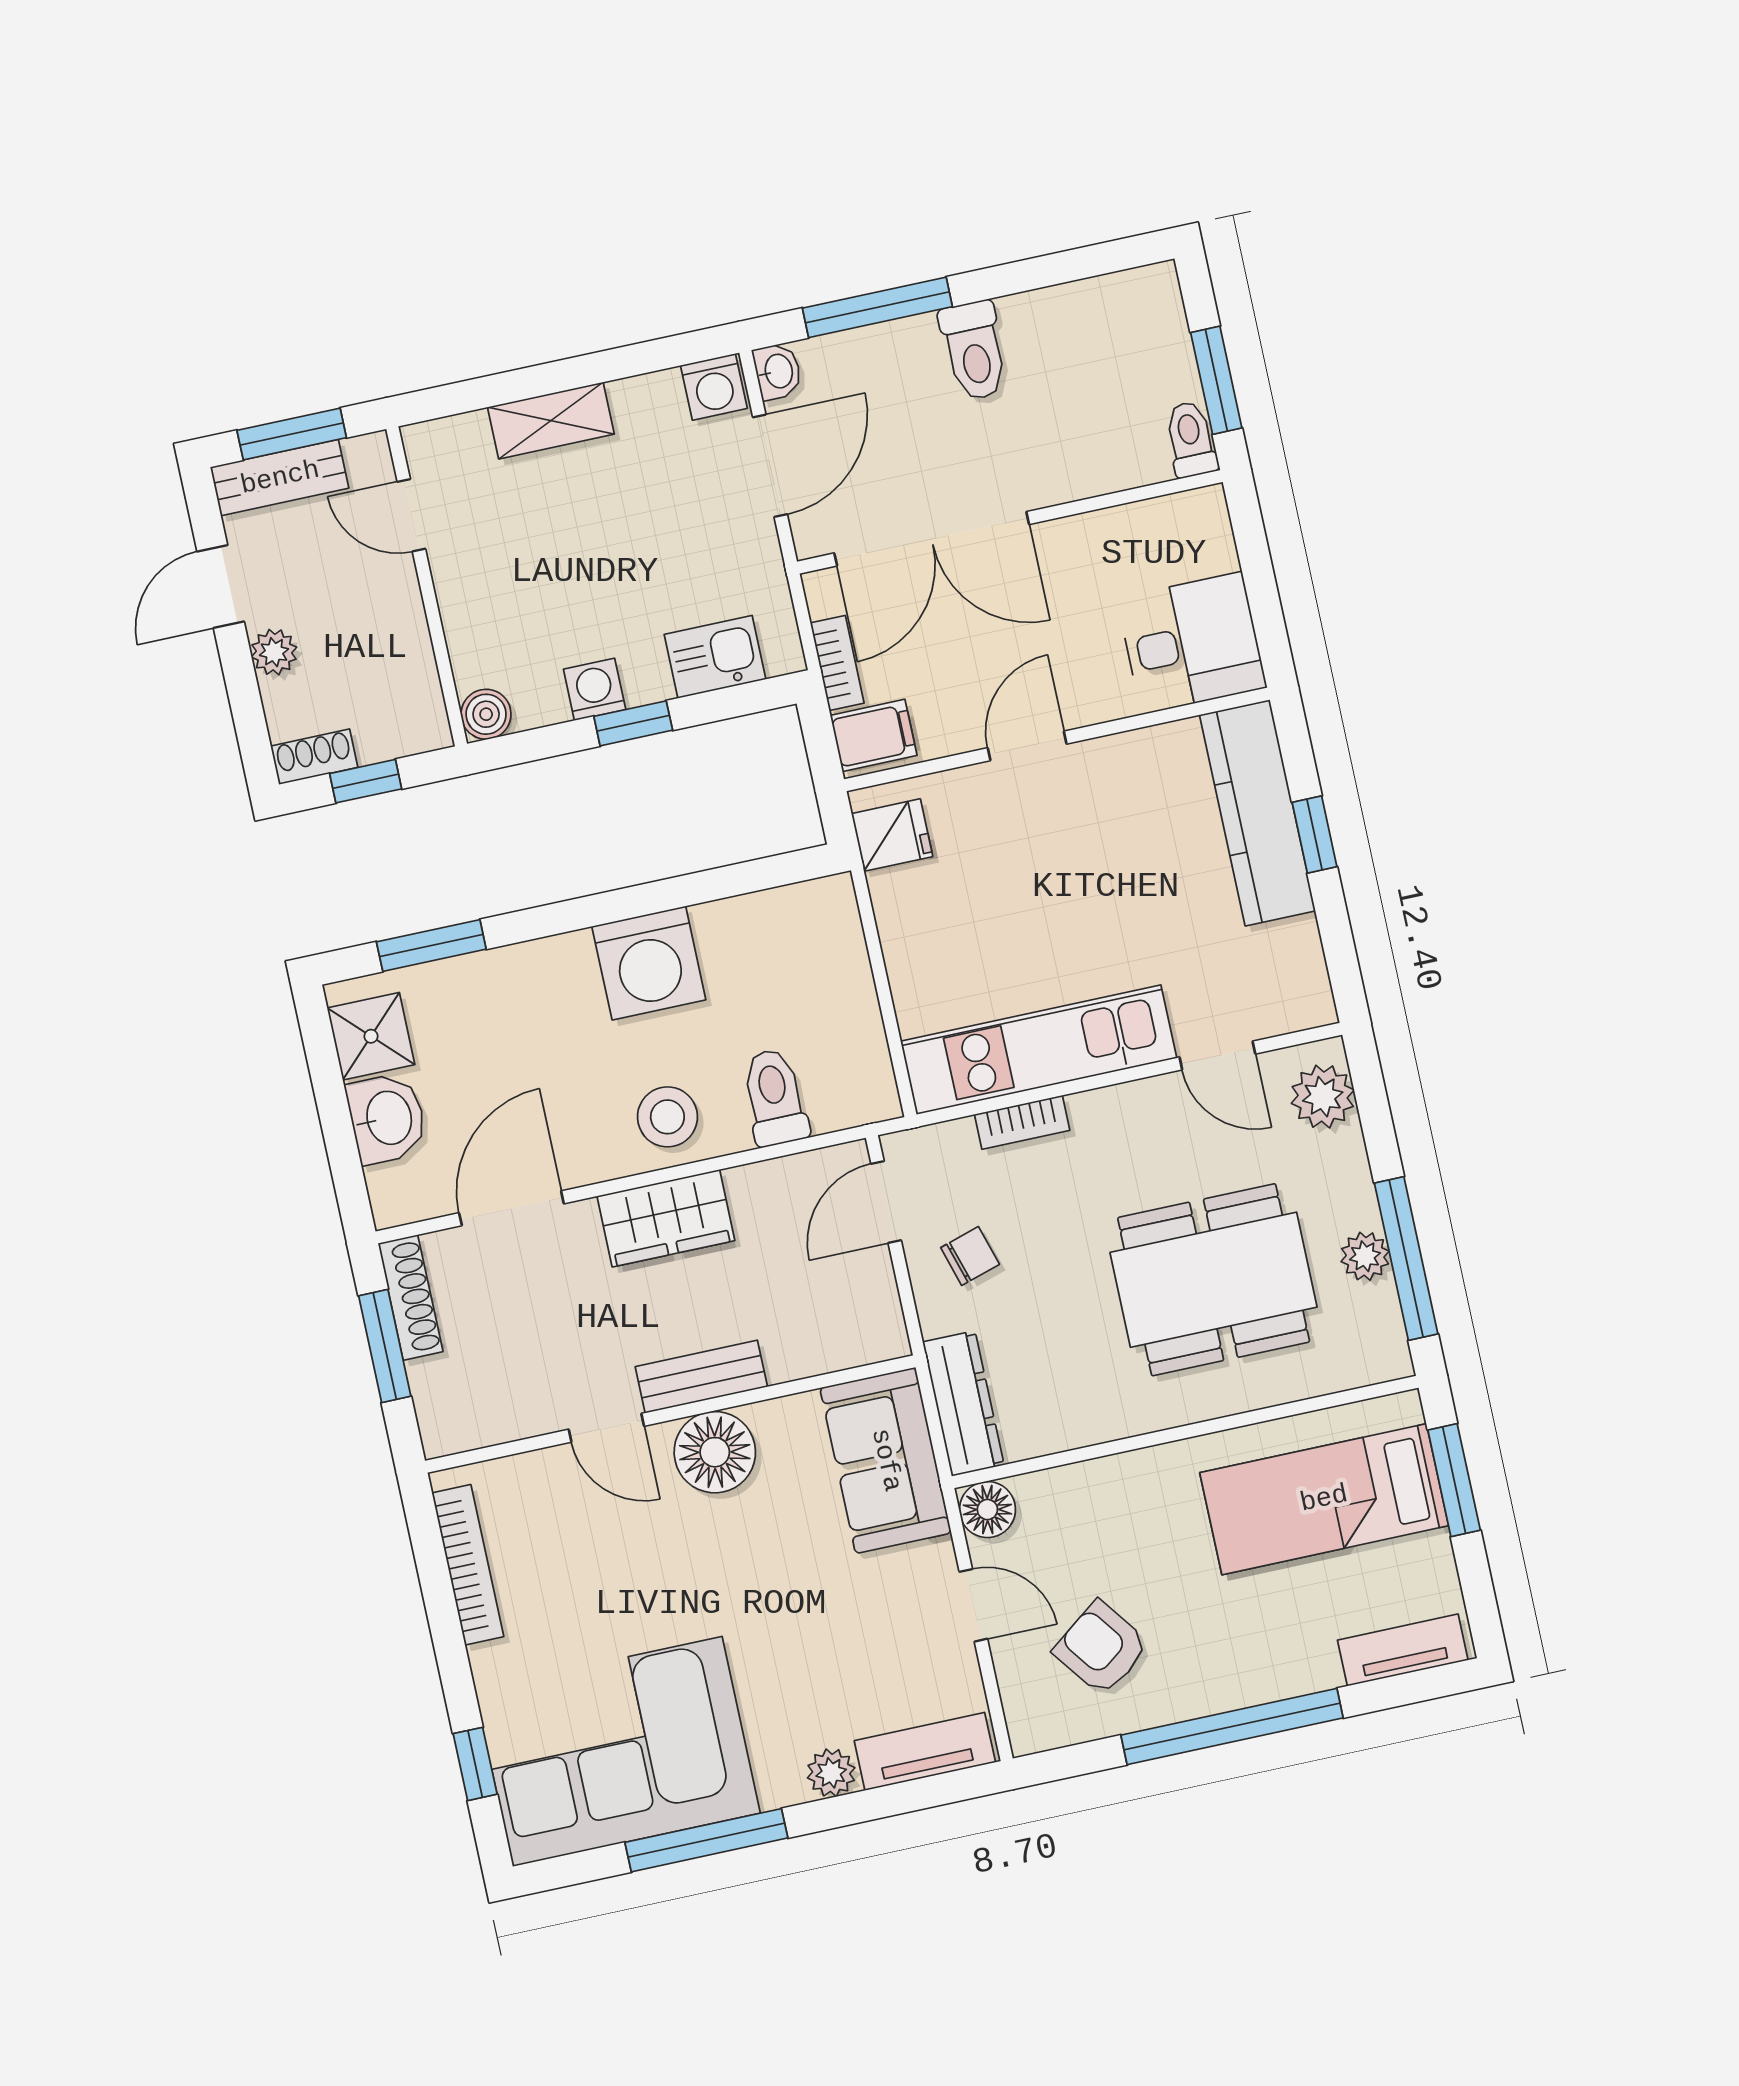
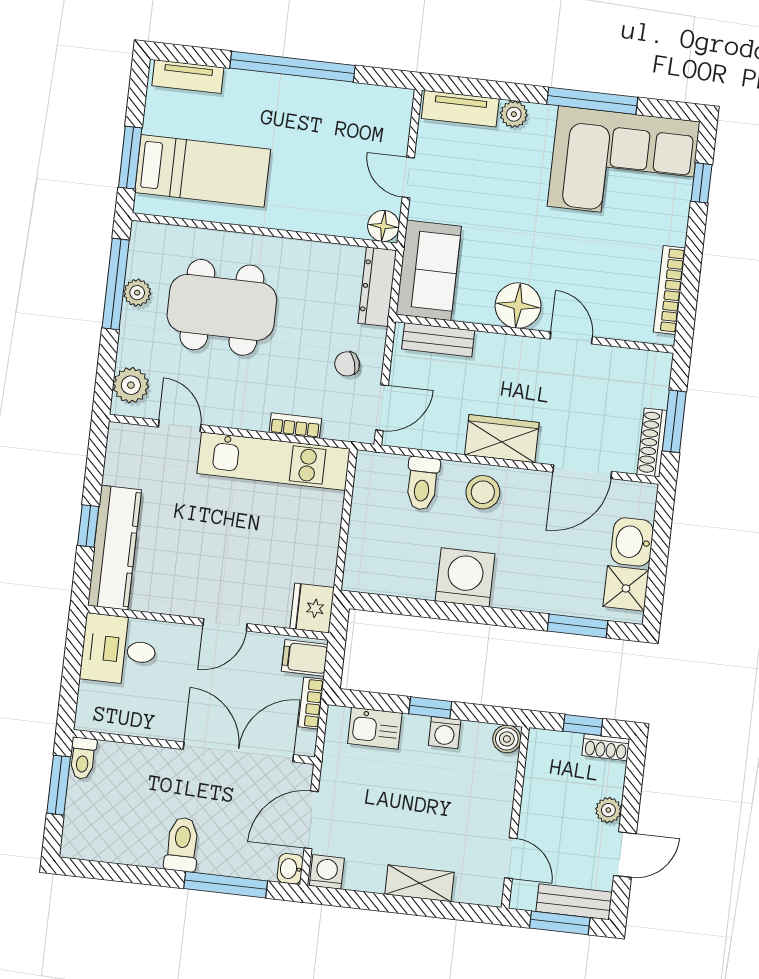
fridge: (892, 835) -> (312, 608), width x1.38
bench: (701, 1377) -> (438, 340), moved
armchair: (1101, 1648) -> (348, 132), removed

